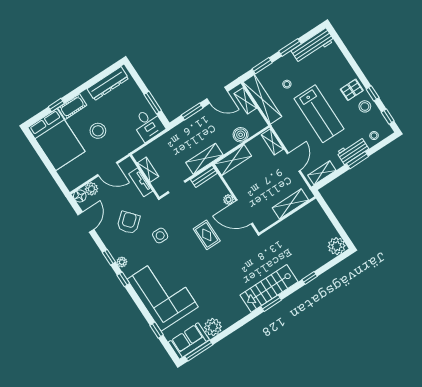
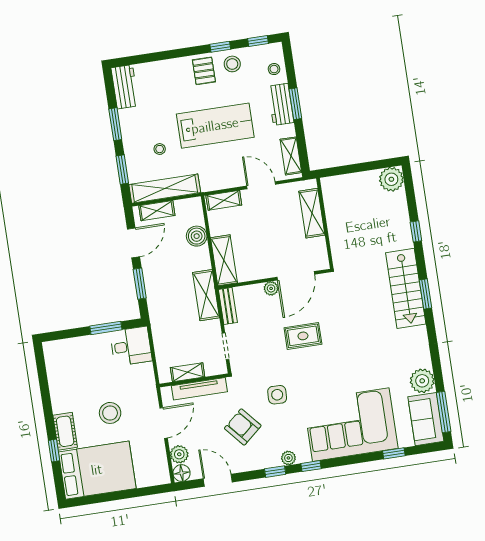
workbench: (313, 46) -> (125, 87), width x0.73
dresser: (108, 84) -> (57, 373), removed
tv unit: (141, 182) -> (199, 389), width x1.41

